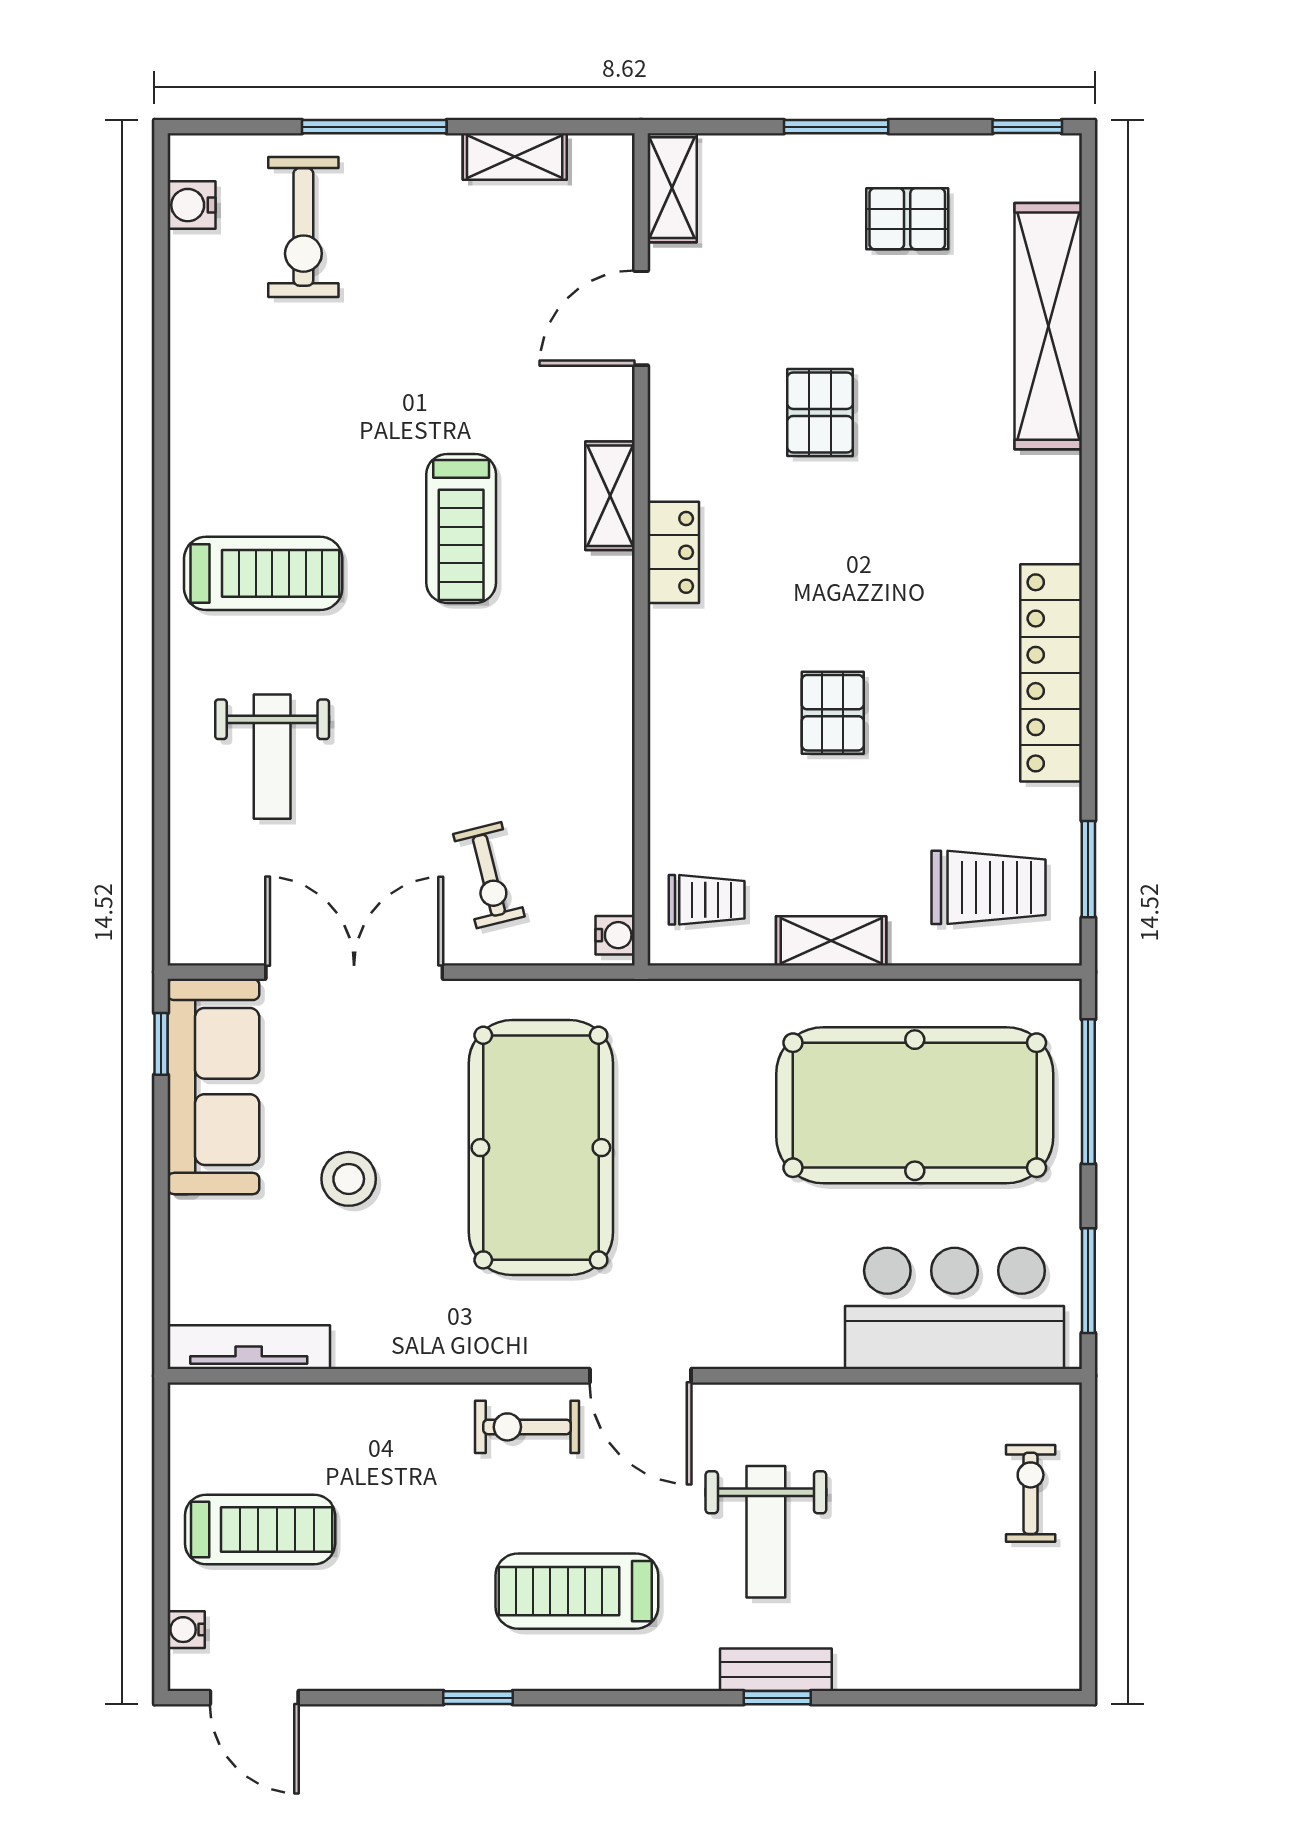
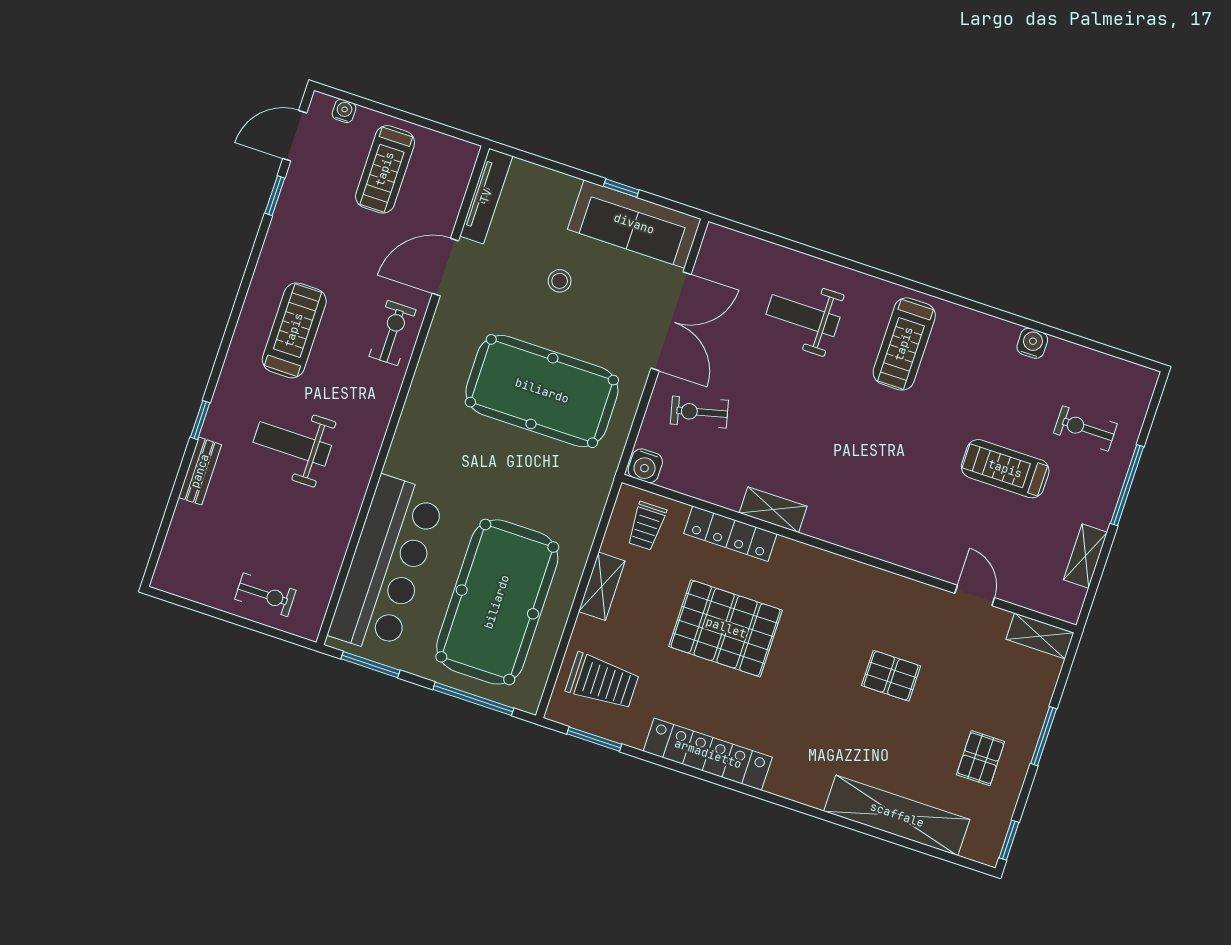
water cooler: (192, 205) -> (1032, 343), moved
exercise bike: (303, 227) -> (1085, 428), width x0.73, depth x0.72
door: (641, 318) -> (975, 596), width x0.73
shelving: (610, 496) -> (773, 510), moved
treadmill: (461, 529) -> (1005, 469), moved
locker: (673, 552) -> (730, 534), moved, width x1.53
pallet: (833, 713) -> (726, 628), width x2.05, depth x2.00
trolley: (989, 887) -> (602, 681), turned -90
water cooler: (615, 935) -> (645, 466), width x1.38, depth x1.38
window: (161, 1044) -> (621, 188), moved
stool: (349, 1179) -> (560, 281), width x0.73, depth x0.73
bar counter: (954, 1308) -> (387, 565), width x1.36
door: (640, 1376) -> (445, 267), moved
bench: (776, 1670) -> (200, 471), moved
window: (478, 1698) -> (275, 196), moved

